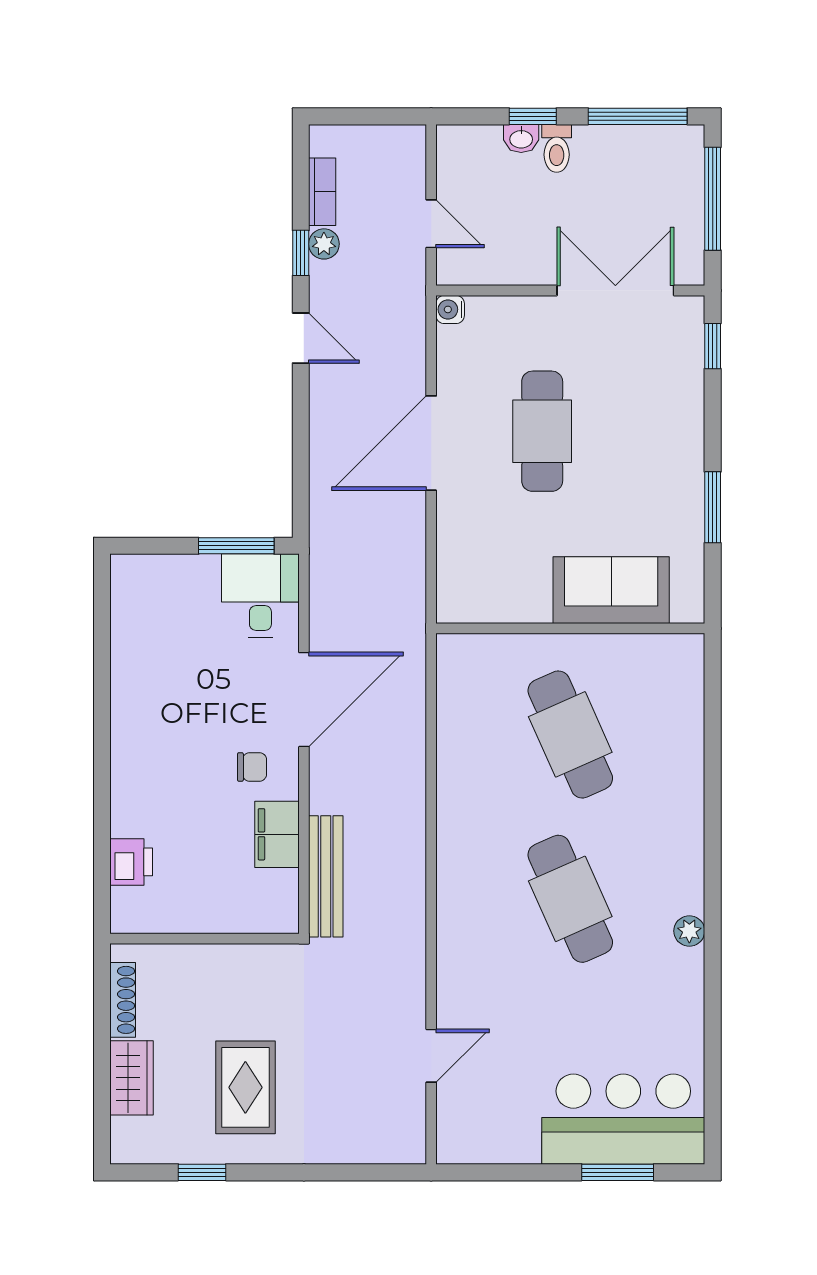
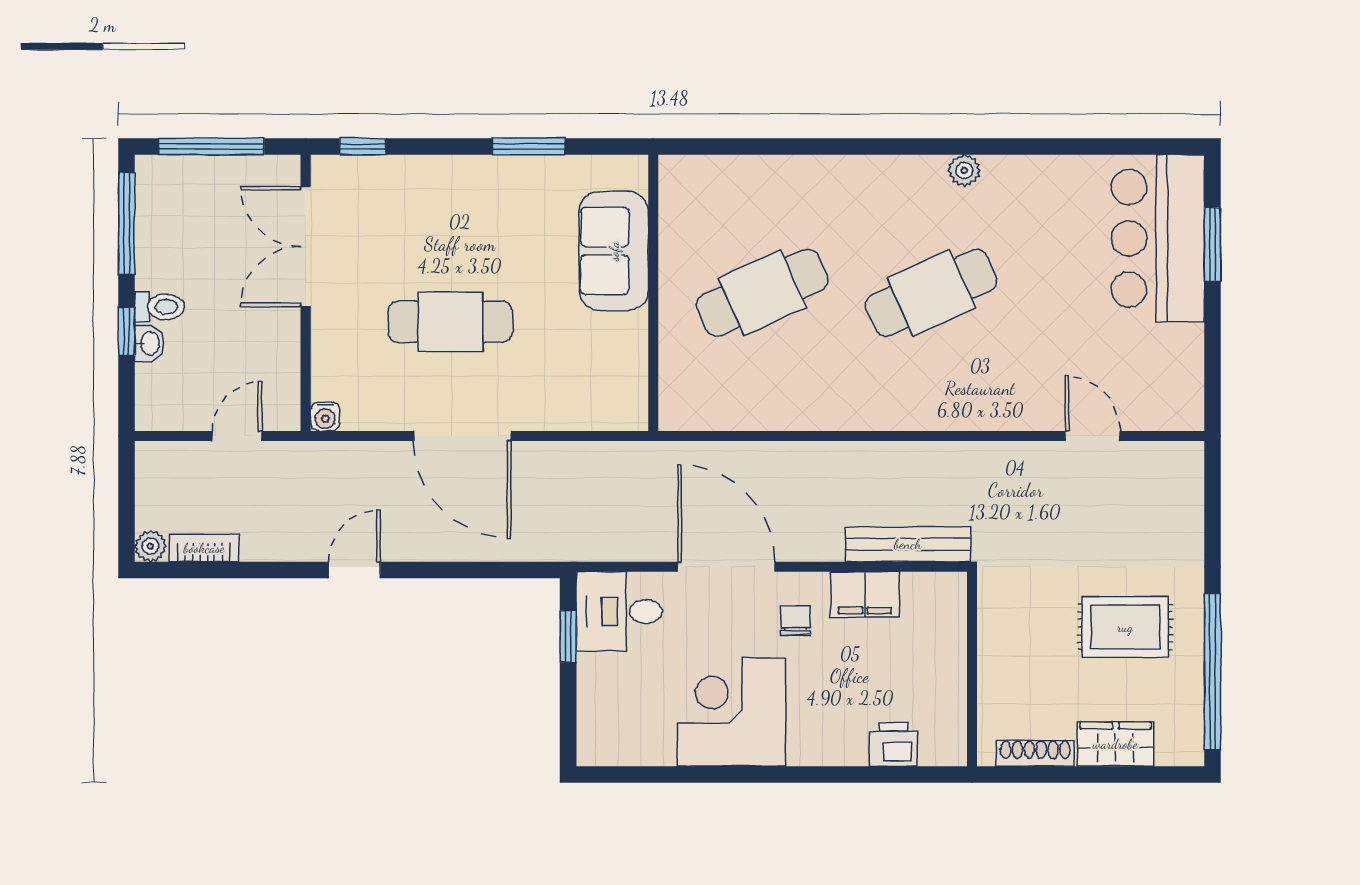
plant: (324, 244) -> (150, 546), moved
window: (301, 253) -> (267, 570), removed
window: (236, 546) -> (568, 636), width x0.67
corner desk: (163, 704) -> (731, 712), added
window: (202, 1172) -> (1213, 672), width x3.17

